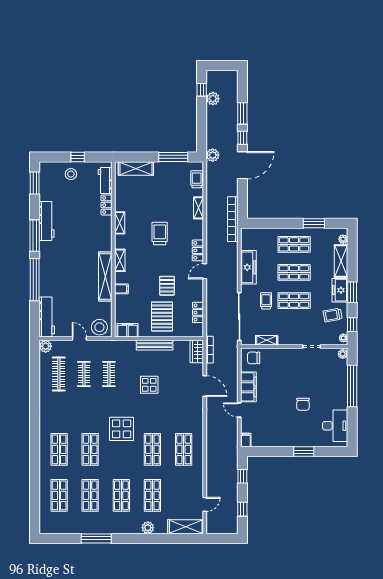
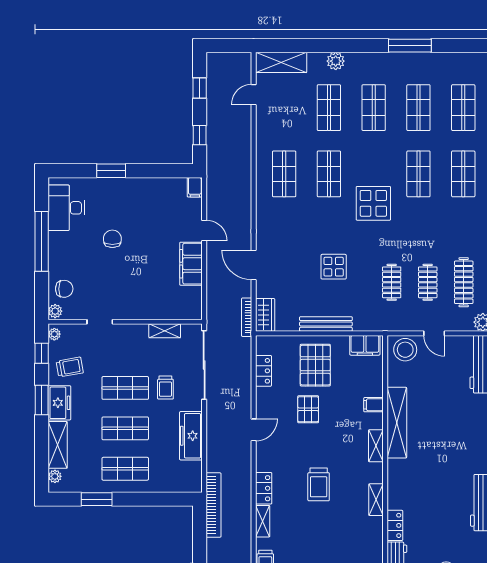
locker: (198, 250) -> (264, 488), moved
chair: (254, 358) -> (64, 289), moved
window: (352, 386) -> (42, 241), moved

